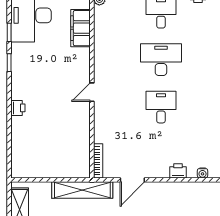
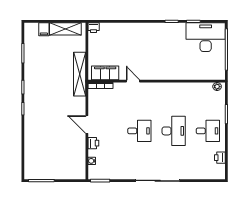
filing cabinet: (80, 28) -> (105, 73), moved
door: (92, 92) -> (133, 81), moved
printer: (18, 108) -> (94, 28), moved
door: (132, 180) -> (87, 125), moved

